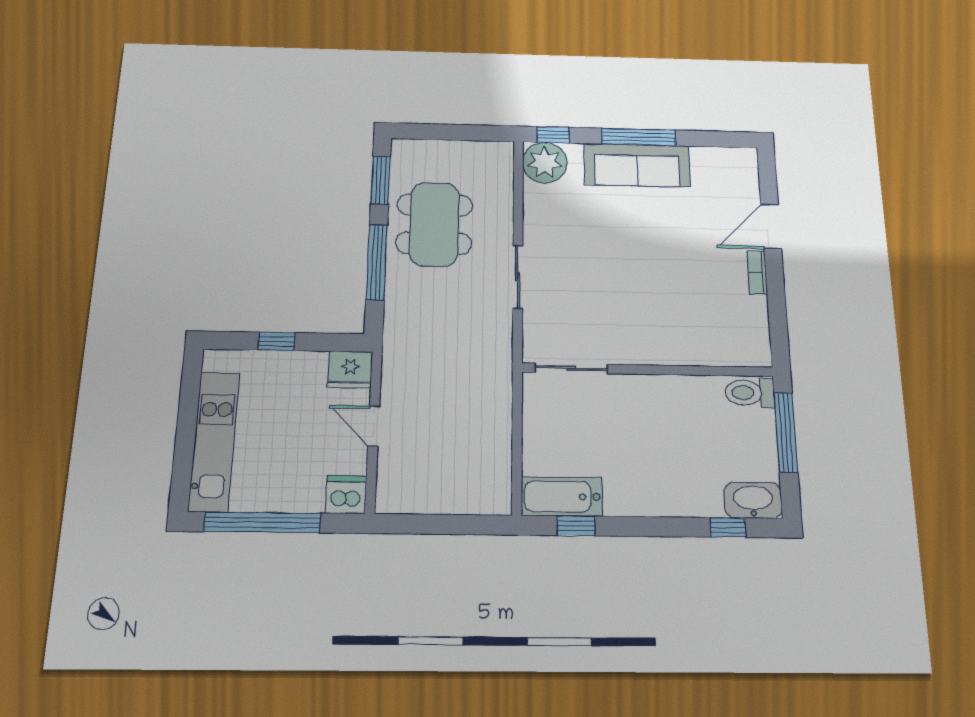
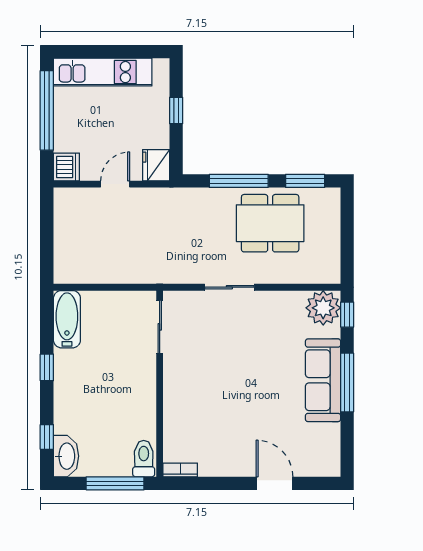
bookcase: (757, 272) -> (180, 470), moved
window: (576, 526) -> (47, 367), moved

